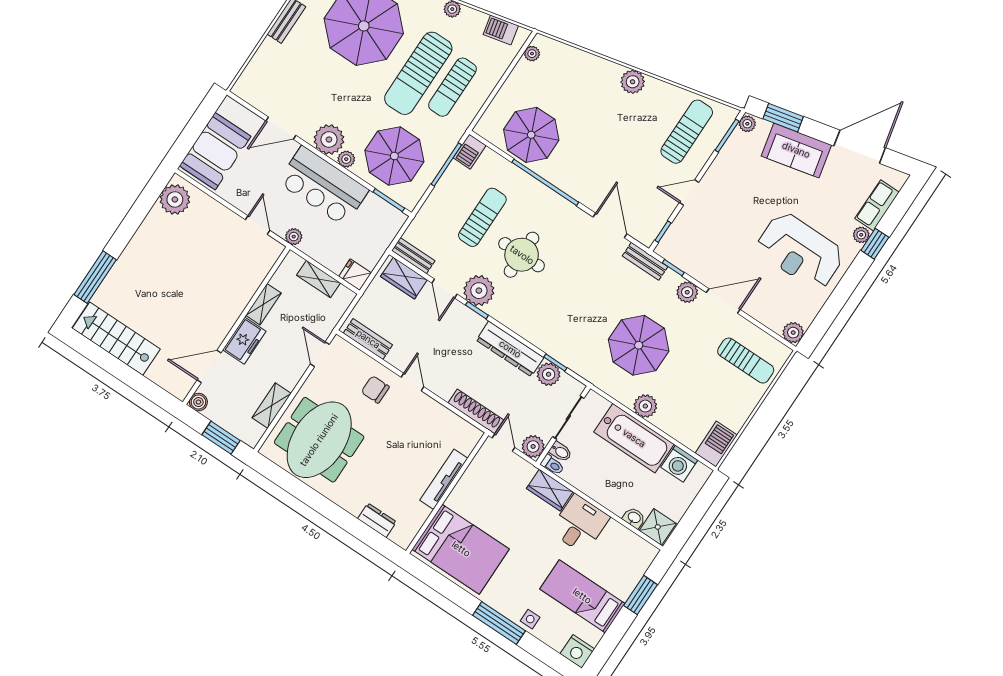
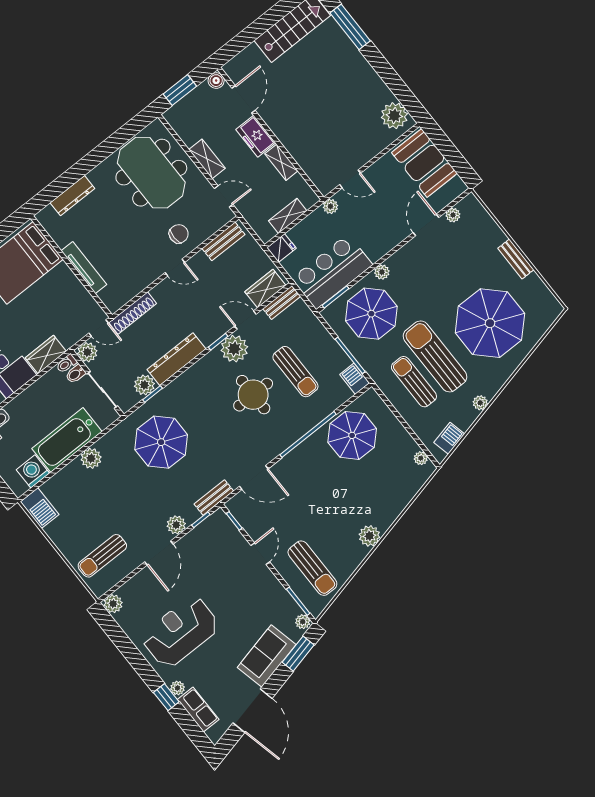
plant: (329, 139) -> (453, 215), moved, width x0.53, depth x0.53
bar counter: (323, 186) -> (332, 272), moved
parasol: (639, 345) -> (161, 442), moved
shelving: (272, 406) -> (207, 159), moved
dresser: (377, 520) -> (72, 196), width x1.44

